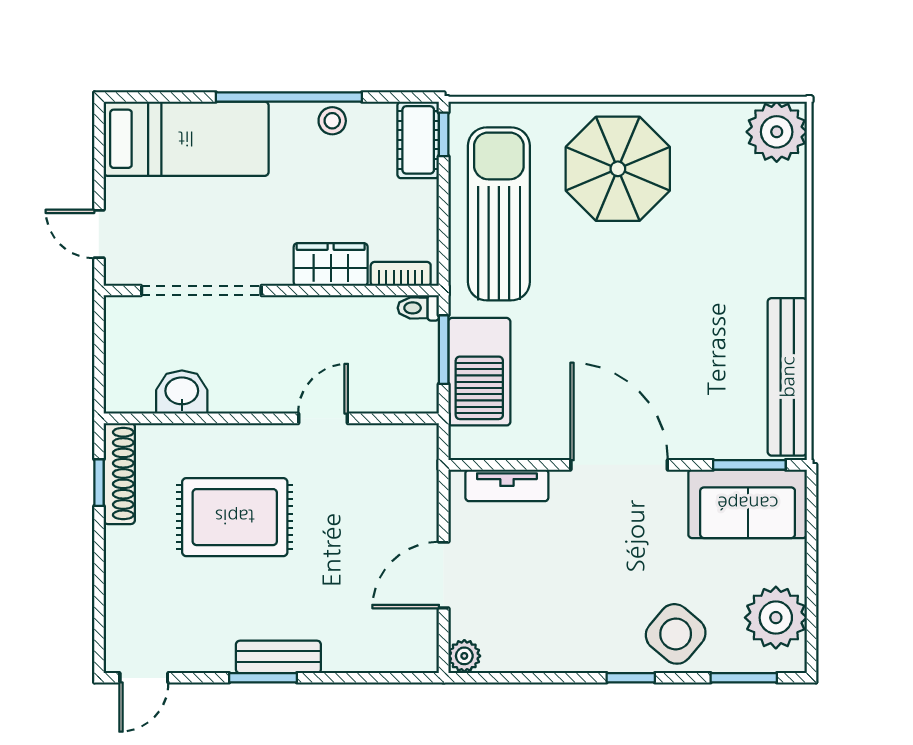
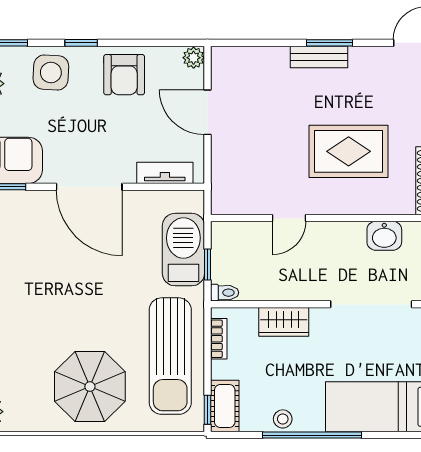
bookcase: (401, 274) -> (219, 339), moved, turned -90
window: (444, 350) -> (208, 264), width x0.67
door: (444, 575) -> (208, 112), swing flipped
armchair: (567, 631) -> (124, 75), added
side table: (676, 634) -> (51, 73), turned -37

